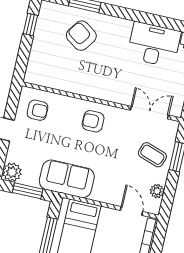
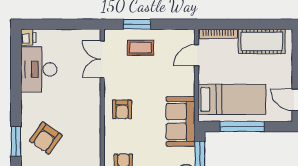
coffee table: (152, 155) -> (140, 48), turned 71
plant: (157, 191) -> (173, 36), removed

